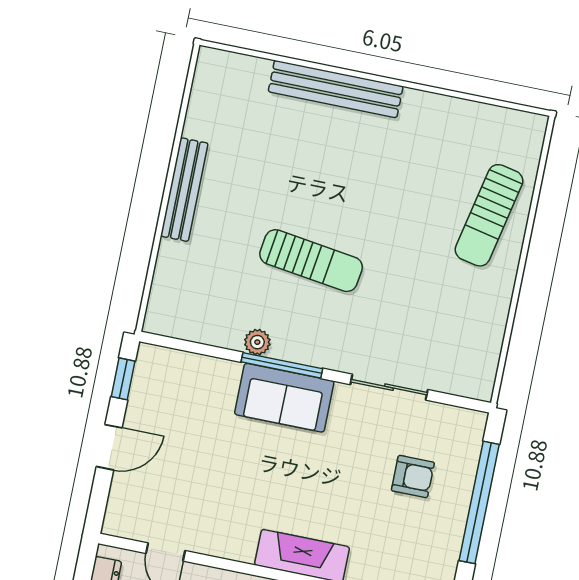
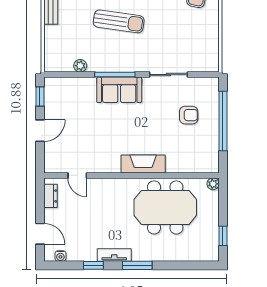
plant: (257, 342) -> (80, 66), moved

